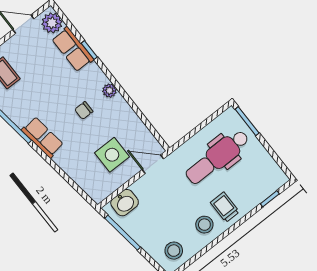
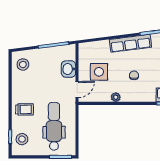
plant: (110, 91) -> (116, 97), moved
row of seats: (42, 137) -> (130, 43), width x1.48
washbasin: (125, 203) -> (69, 69), moved
stool: (204, 225) -> (22, 139), moved

